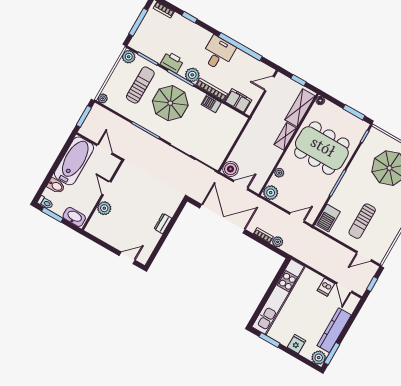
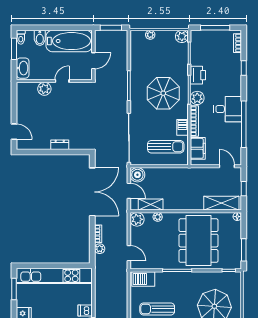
sun lounger: (140, 85) -> (166, 147), moved
plant: (103, 98) -> (150, 35), moved
shelving: (285, 136) -> (151, 205), moved

